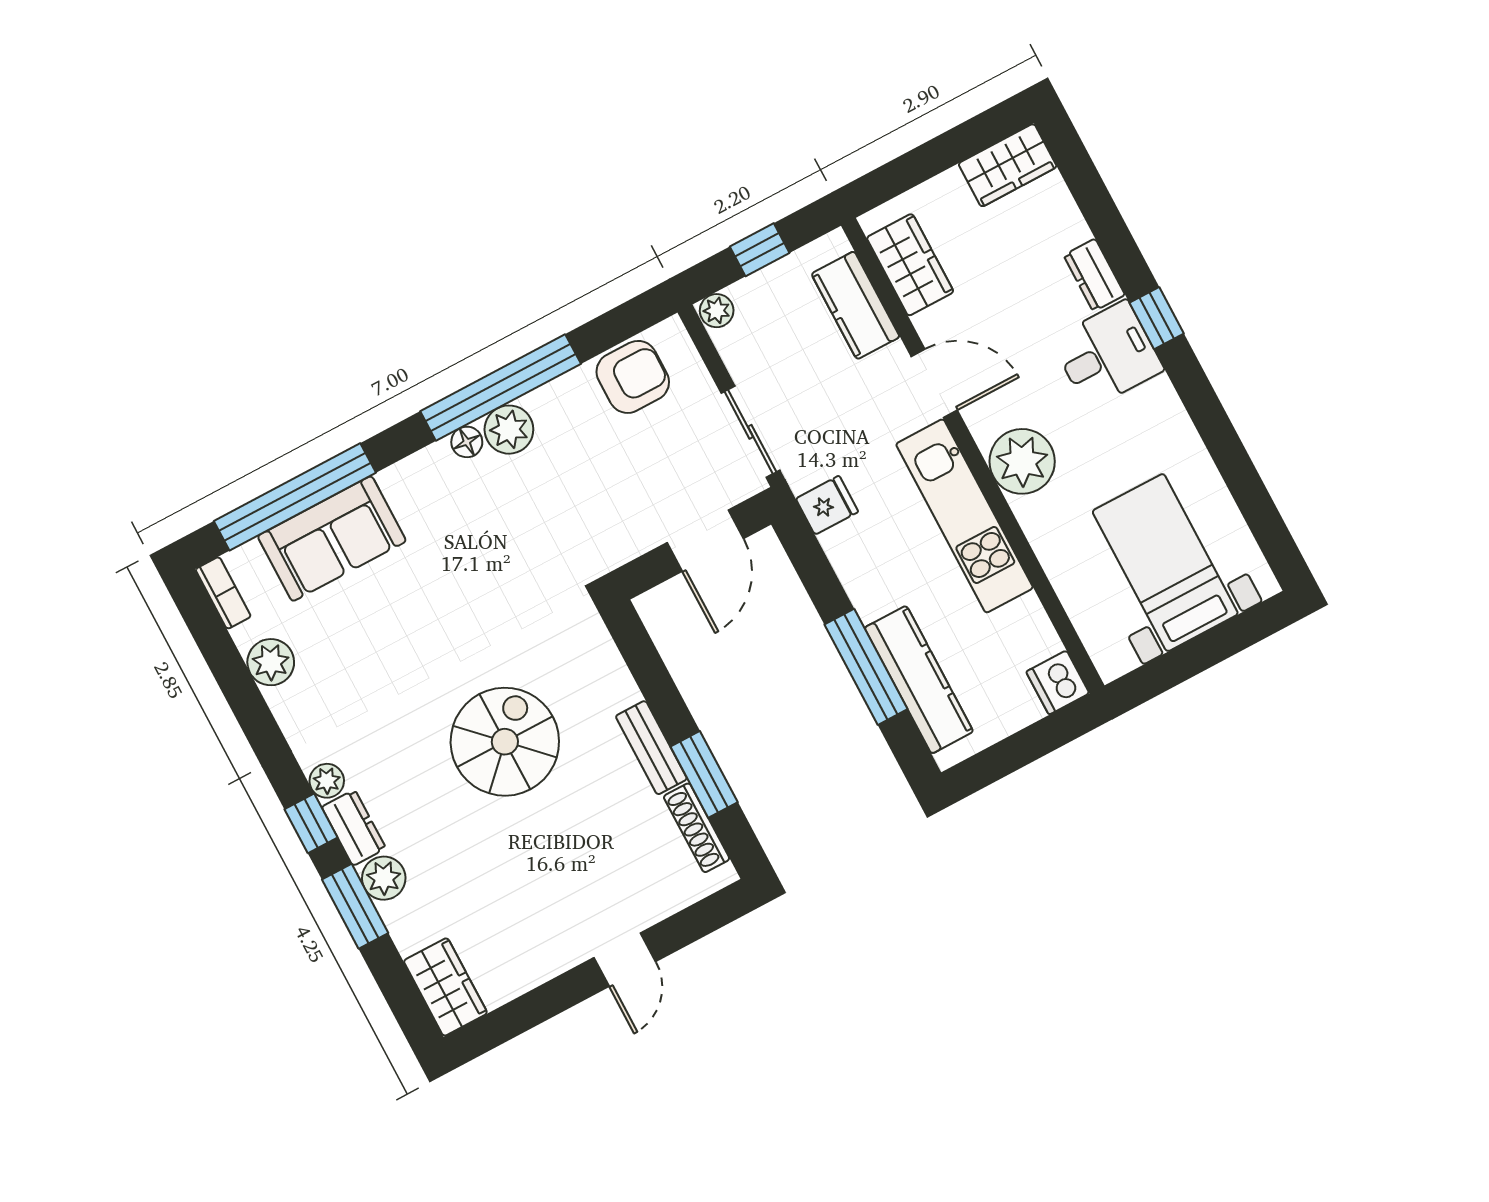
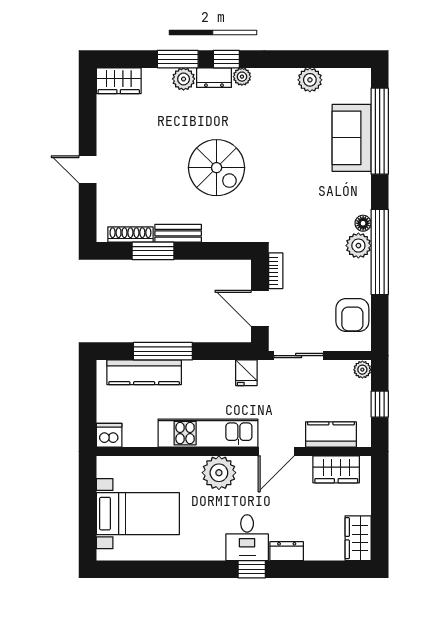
bookcase: (223, 593) -> (276, 271), moved, turned -90

